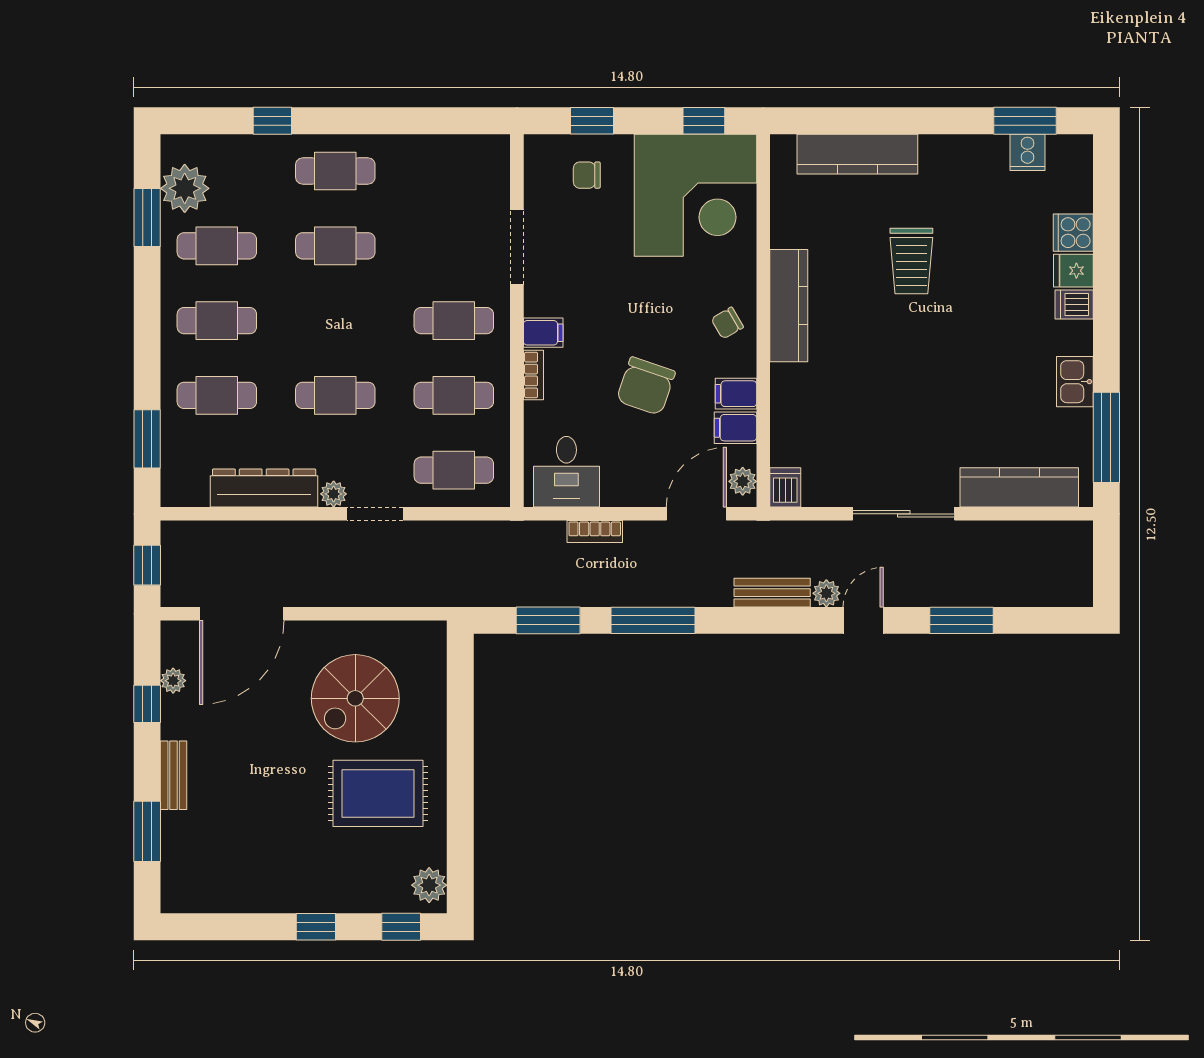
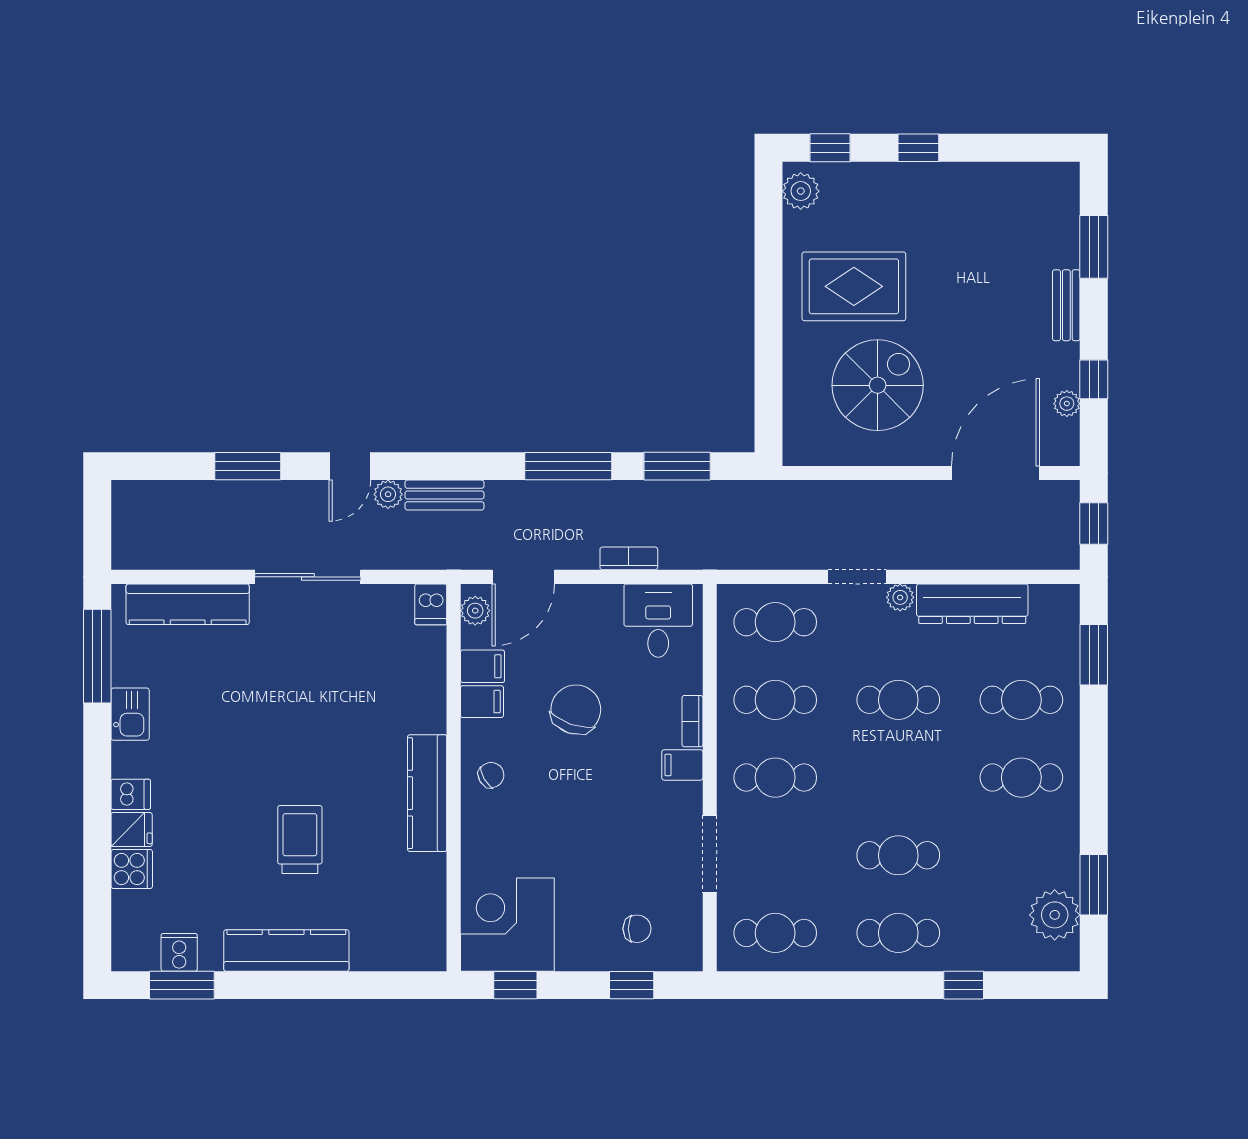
kitchen counter: (857, 154) -> (286, 950), moved
corner desk: (695, 195) -> (507, 925), width x0.74, depth x0.74
cafe table: (217, 246) -> (775, 933), moved

